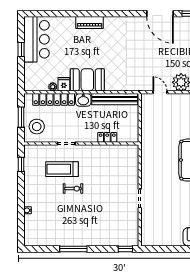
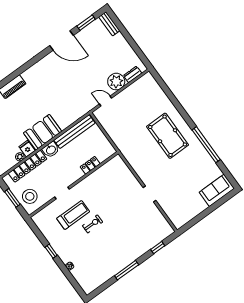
window: (21, 164) -> (51, 251), moved
treadmill: (62, 169) -> (73, 215), turned 180
window: (125, 249) -> (158, 248), moved

